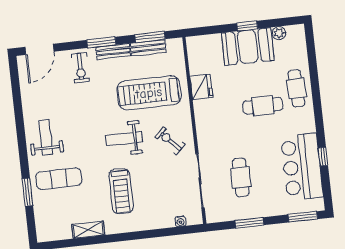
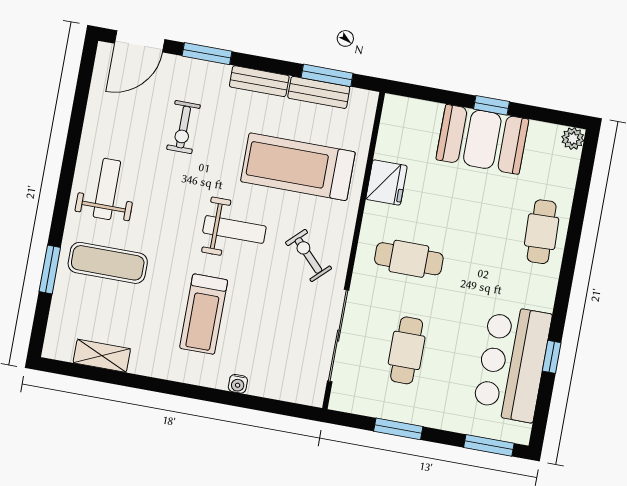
plant: (279, 33) -> (573, 139), moved
window: (101, 42) -> (207, 54), moved
exercise bike: (80, 68) -> (183, 127), moved
cafe table: (263, 106) -> (409, 259), moved
weight bench: (124, 139) -> (234, 229), turned 180
water cooler: (180, 221) -> (238, 384), moved
shelving: (88, 230) -> (102, 356), moved

